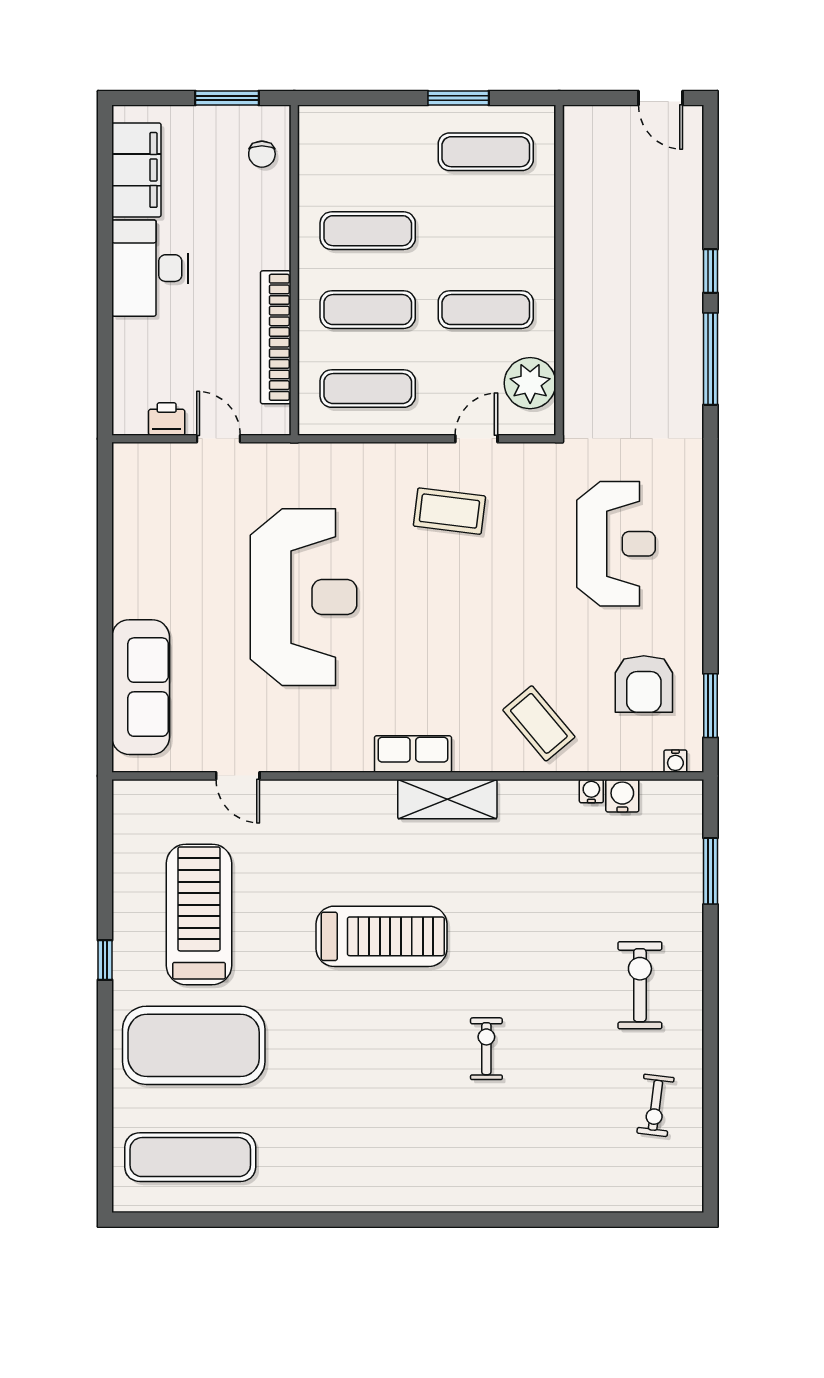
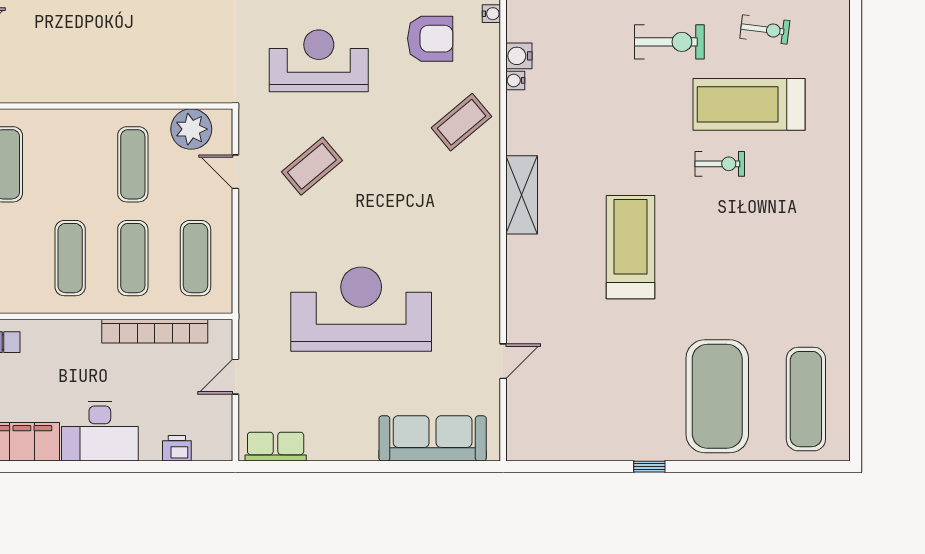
printer: (167, 419) -> (177, 448), moved, turned 90
coffee table: (449, 511) -> (312, 166), moved, turned 43
row of seats: (413, 754) -> (276, 447), moved, turned 90
treadmill: (199, 914) -> (749, 104), moved
exercise bike: (640, 985) -> (669, 42), turned 180
exercise bike: (486, 1049) -> (720, 164), turned 180

